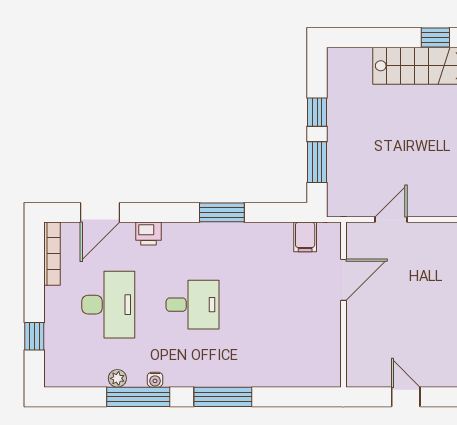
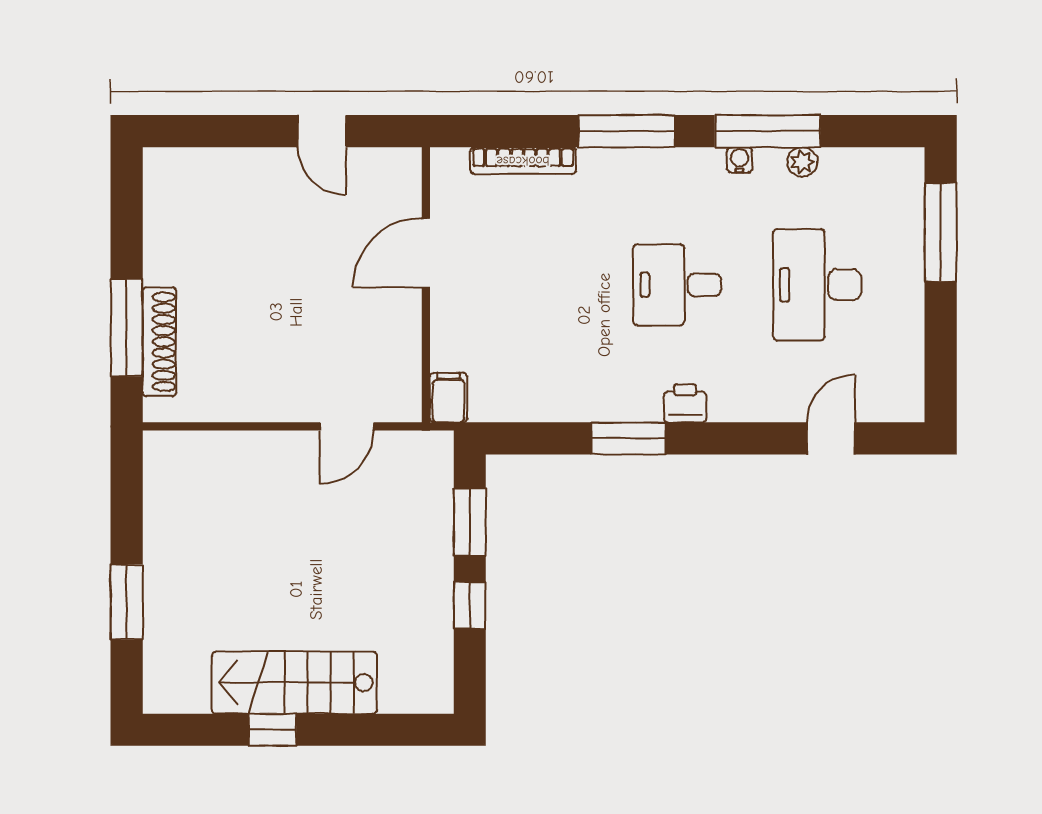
door: (100, 212) -> (831, 438), width x0.73
printer: (149, 234) -> (685, 403), moved
filing cabinet: (305, 237) -> (448, 398), moved
bookcase: (52, 254) -> (523, 161), moved, turned -90
door: (343, 280) -> (426, 253), moved
window: (34, 336) -> (941, 232), width x2.17

